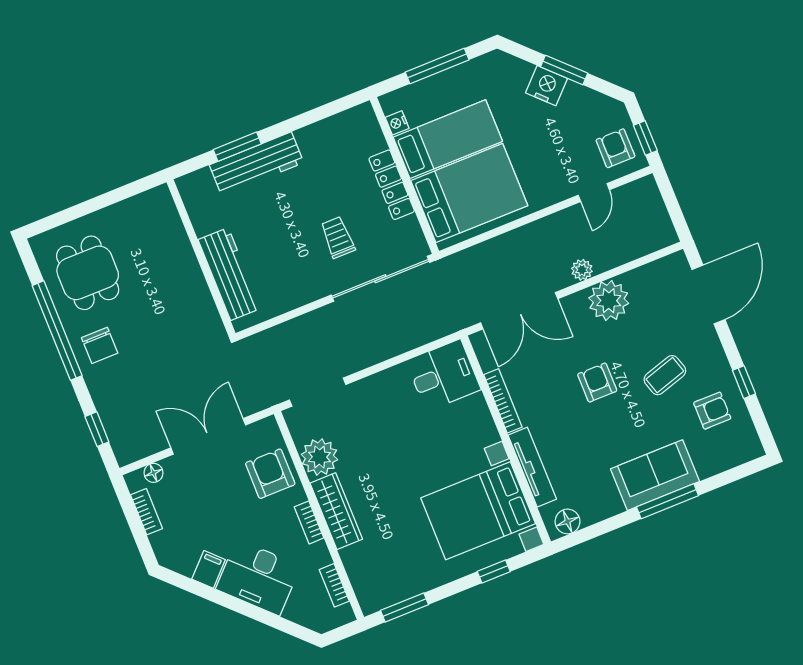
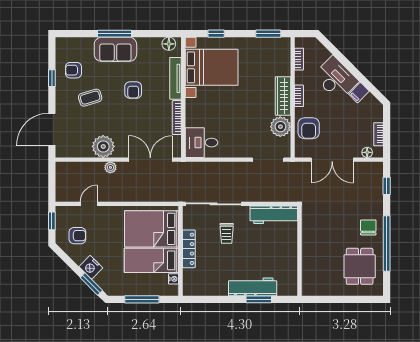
window: (564, 70) -> (91, 284), moved
armchair: (615, 148) -> (77, 236), moved, turned -90
workbench: (229, 274) -> (274, 215), moved, turned -90
armchair: (597, 383) -> (133, 90), moved

